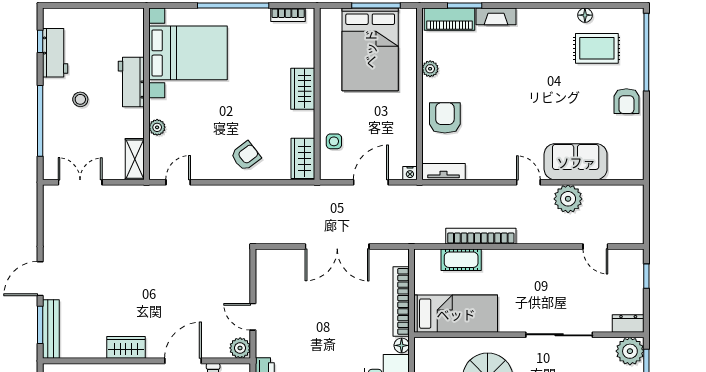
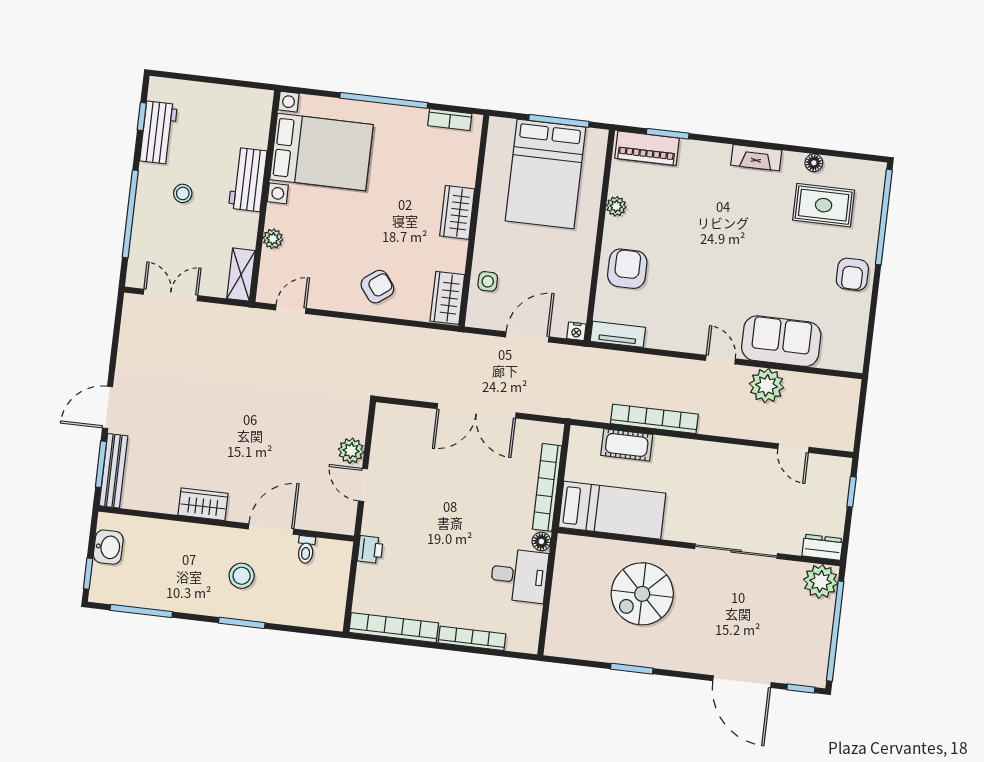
fireplace: (496, 16) -> (756, 158), moved
plant: (240, 348) -> (351, 451), moved

